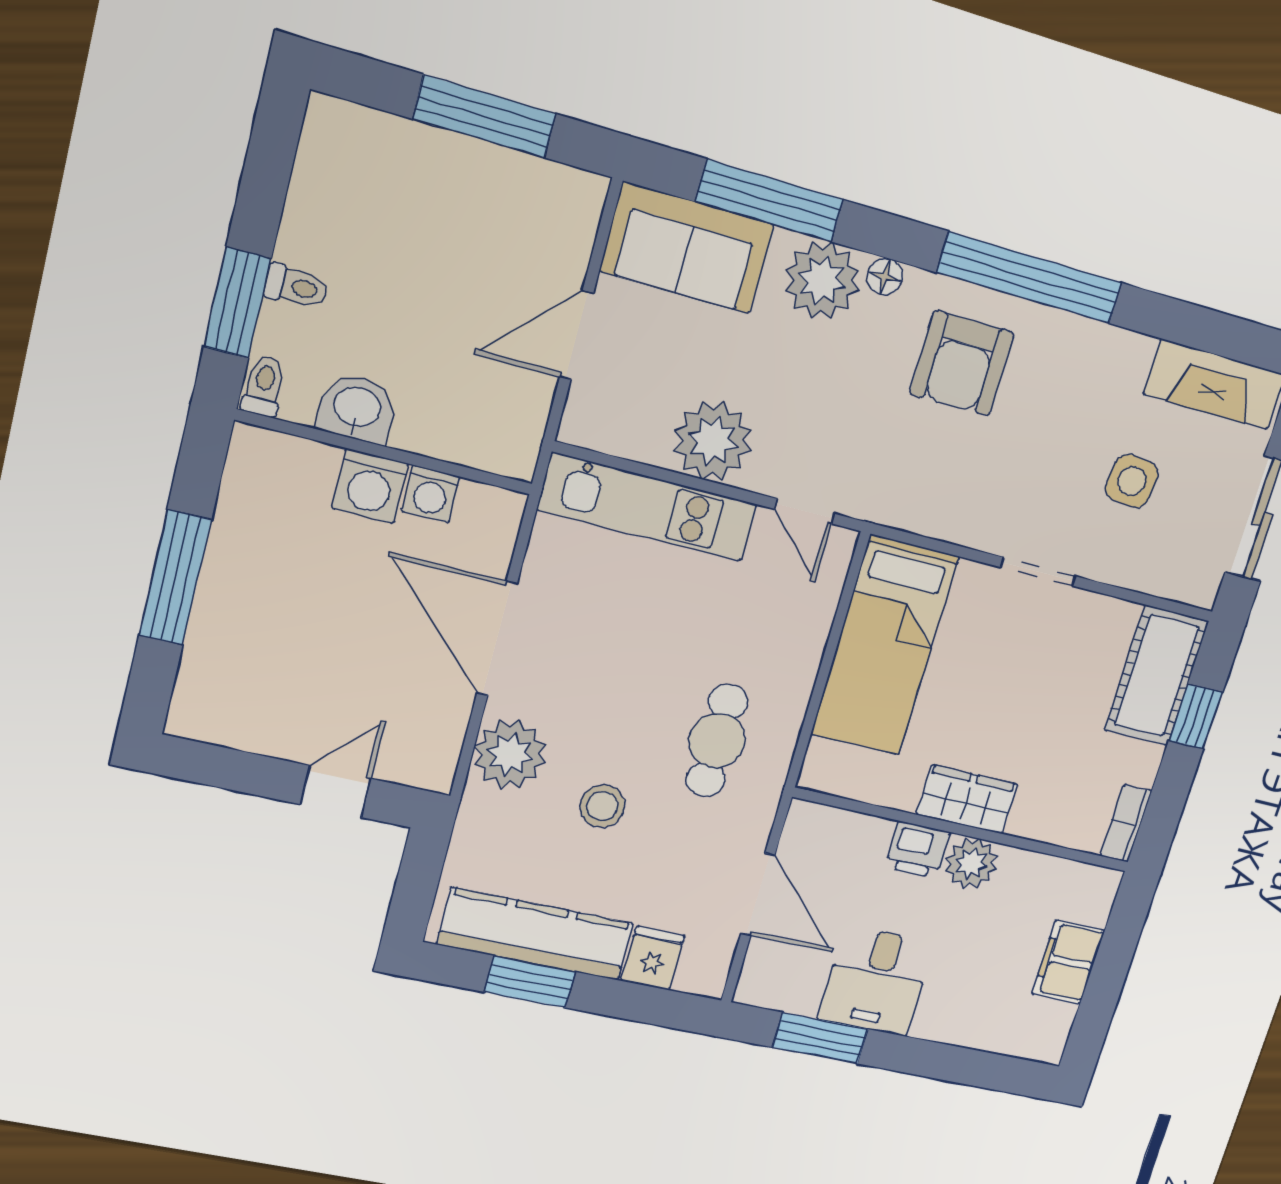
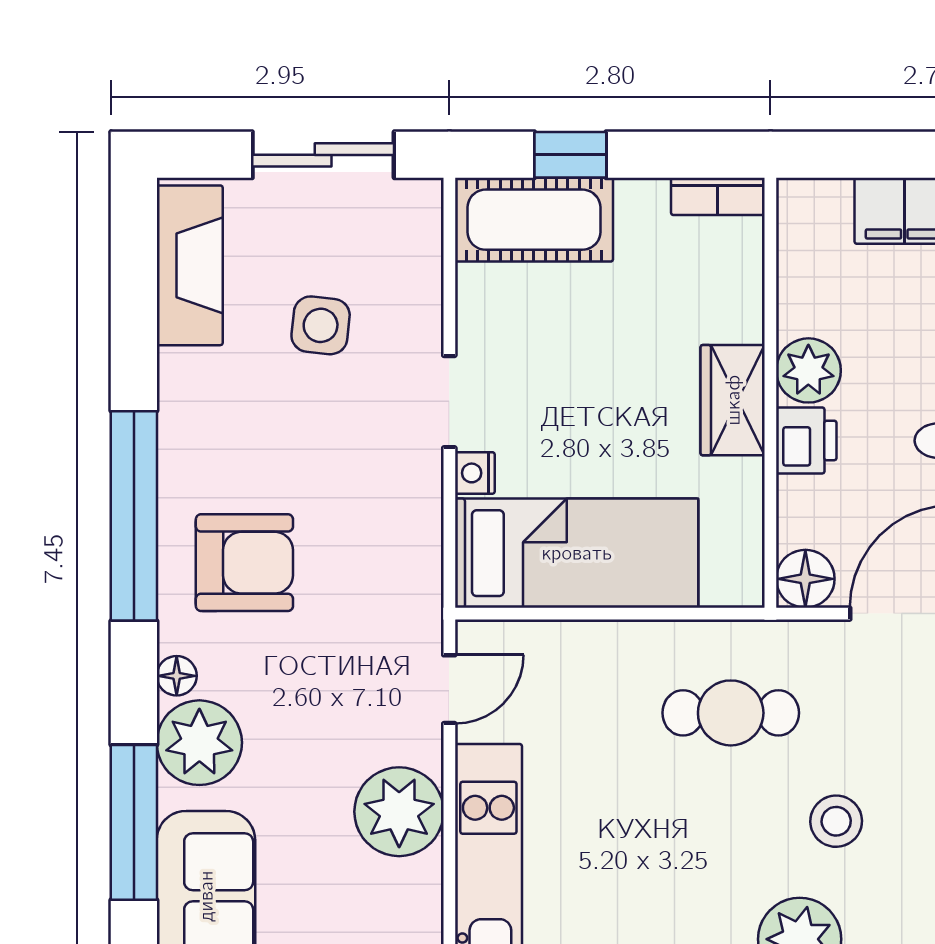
nightstand: (975, 578) -> (475, 473), added
floor lamp: (808, 825) -> (805, 579), added

